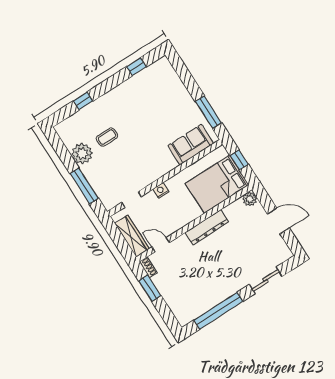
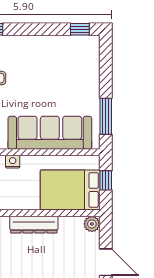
window: (136, 67) -> (80, 29), moved
sofa: (191, 145) -> (50, 133), width x1.85, depth x1.27

